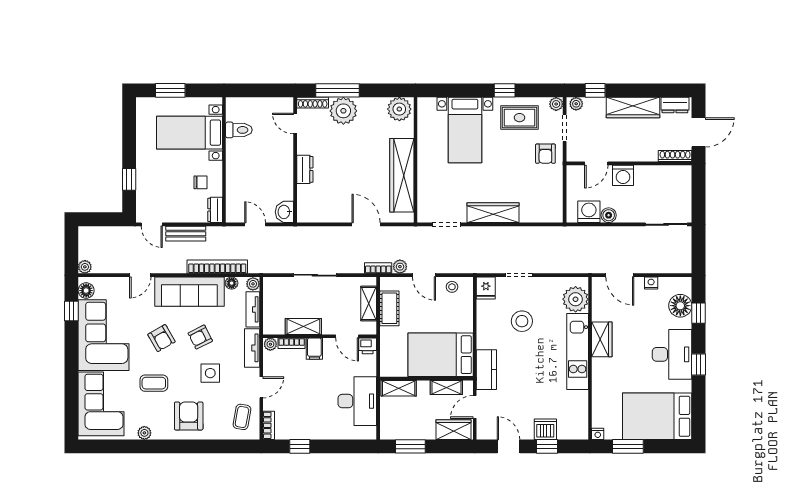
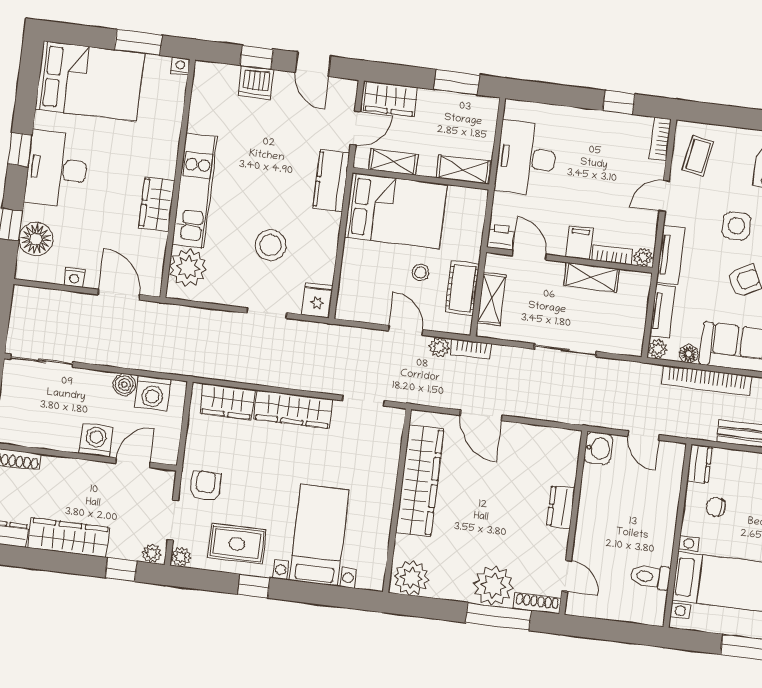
wardrobe: (538, 212) -> (227, 401), added
stool: (452, 287) -> (421, 272), moved

